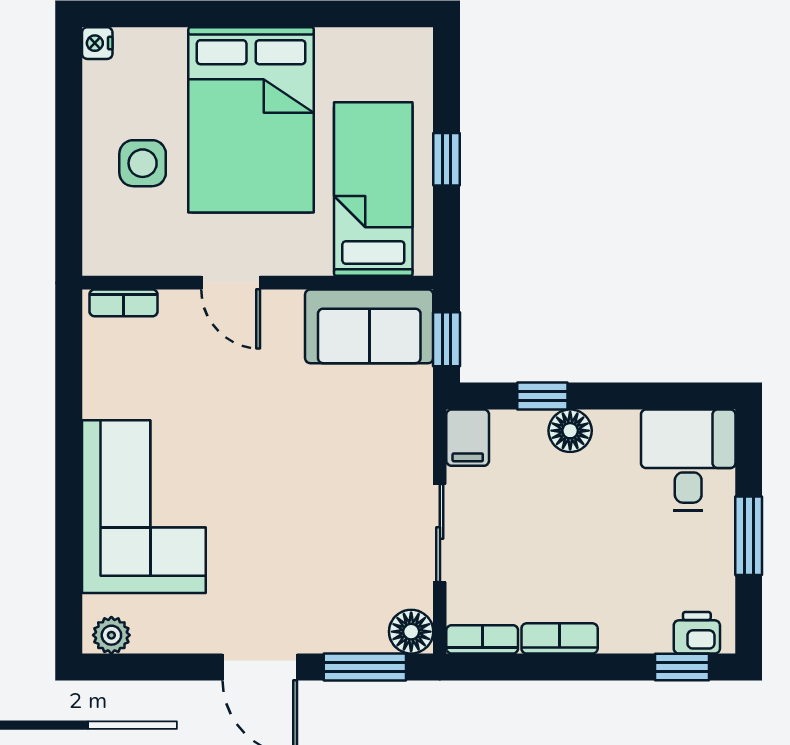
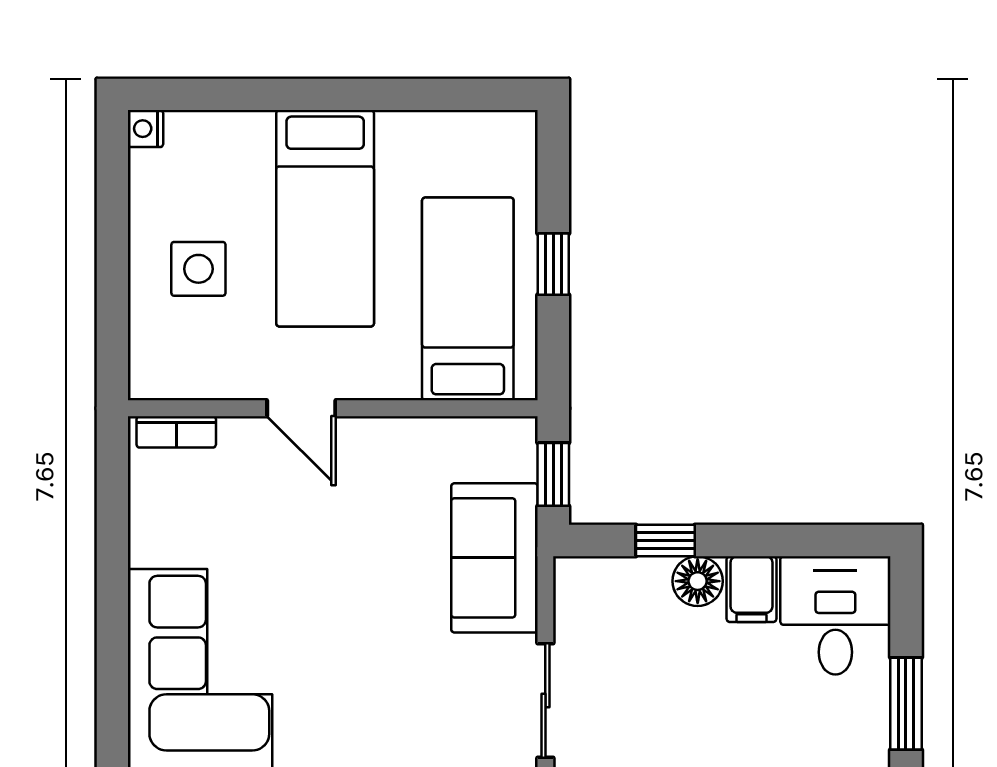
bed: (251, 120) -> (325, 218), width x0.67
sofa: (369, 326) -> (495, 558), moved, turned 90
filing cabinet: (468, 438) -> (751, 589), moved

